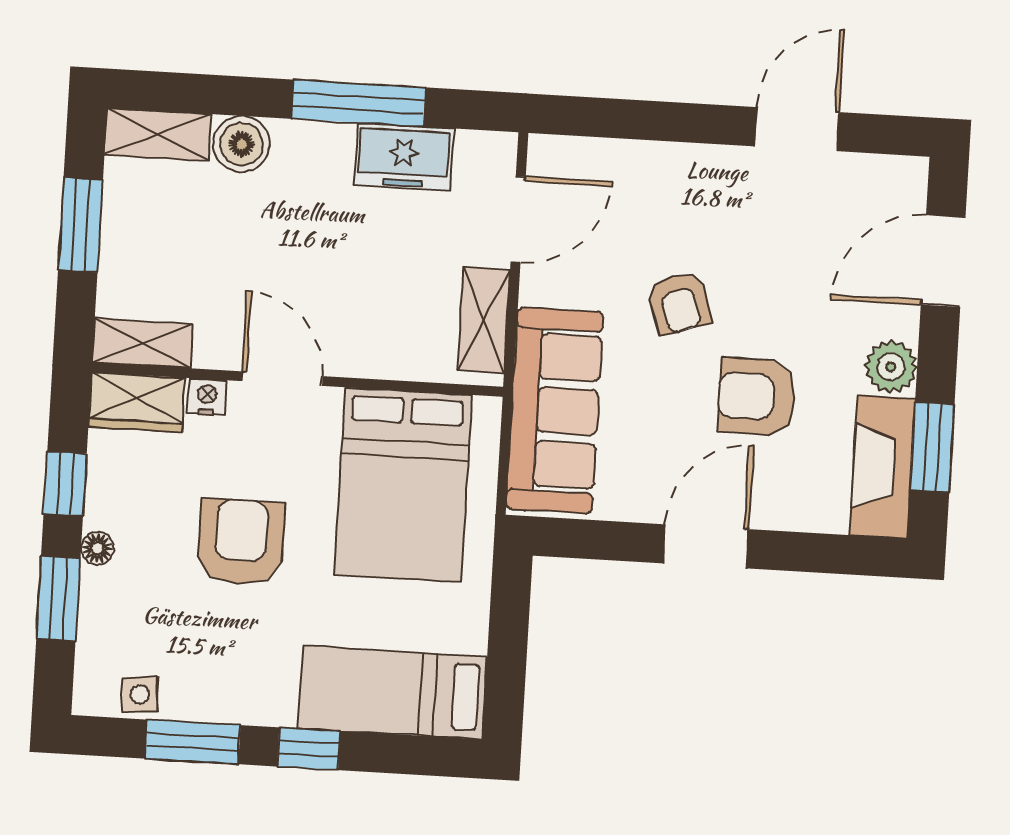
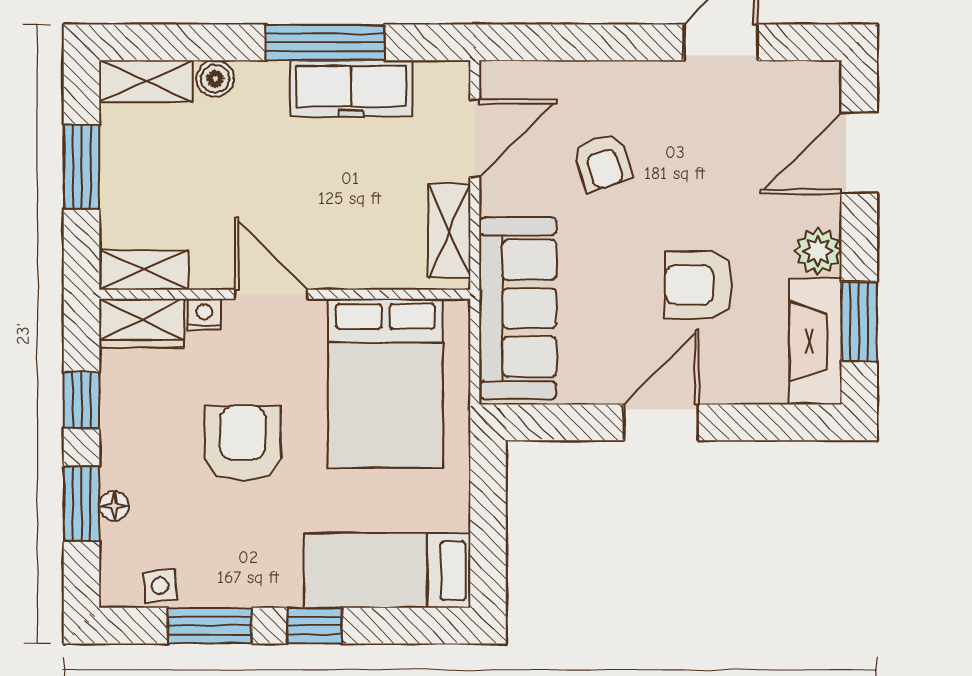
boiler: (241, 144) -> (215, 79), width x0.73, depth x0.73
freezer: (404, 157) -> (351, 88), width x1.40
armchair: (679, 303) -> (602, 162), moved
floor lamp: (97, 548) -> (114, 506), moved

